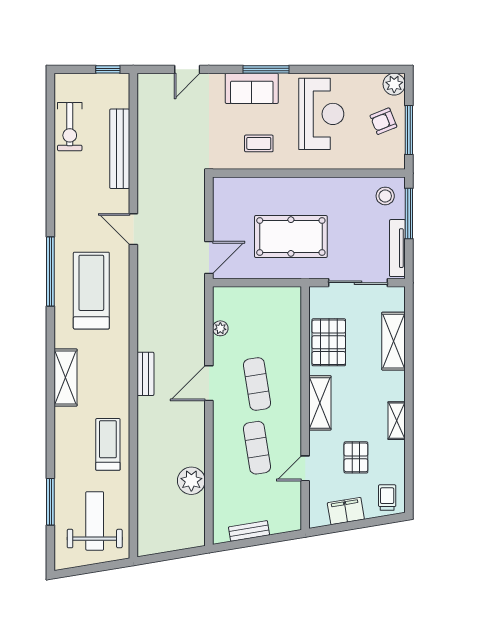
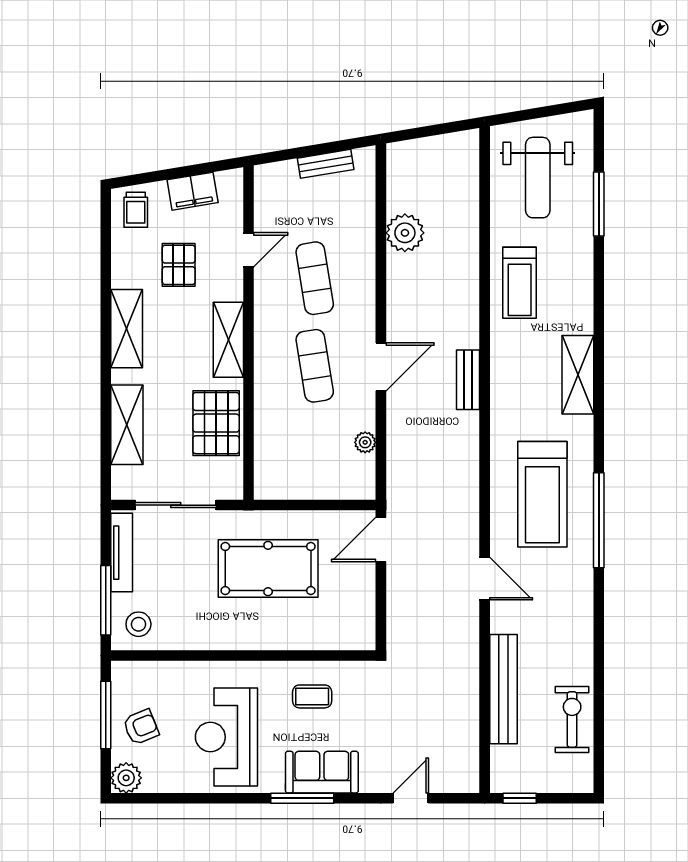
shelving: (397, 421) -> (127, 329), width x1.50, depth x1.33

